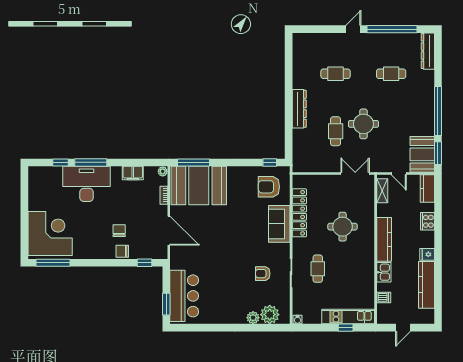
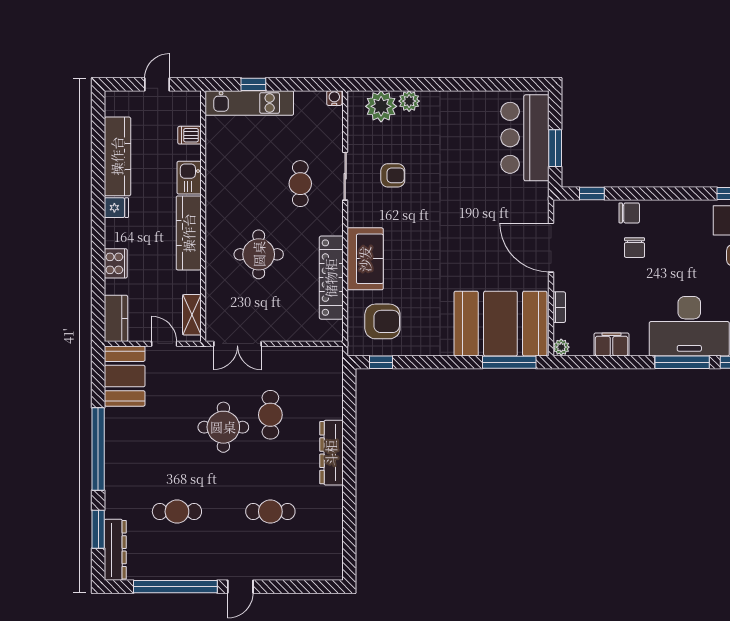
window: (438, 153) -> (98, 529), moved
window: (166, 304) -> (555, 148), moved

